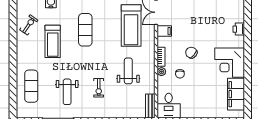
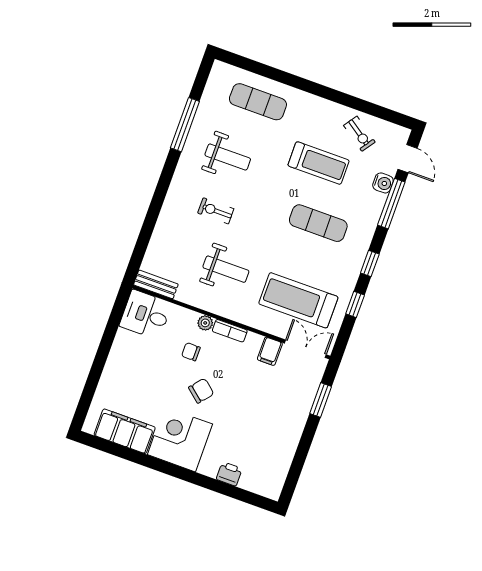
treadmill: (53, 41) -> (319, 163), turned 180
chair: (191, 53) -> (201, 391), moved
weight bench: (67, 92) -> (228, 157), turned 180

